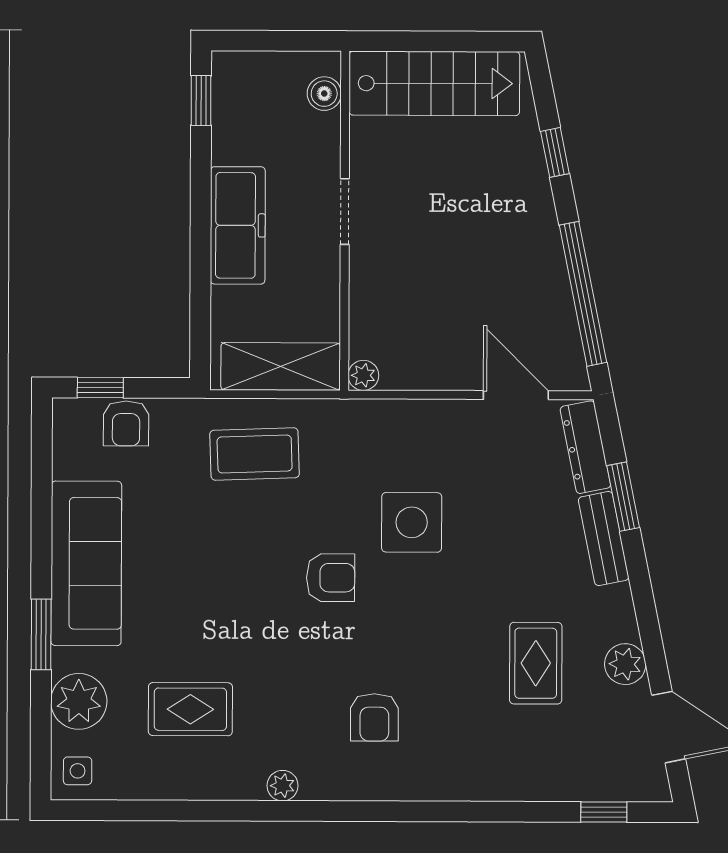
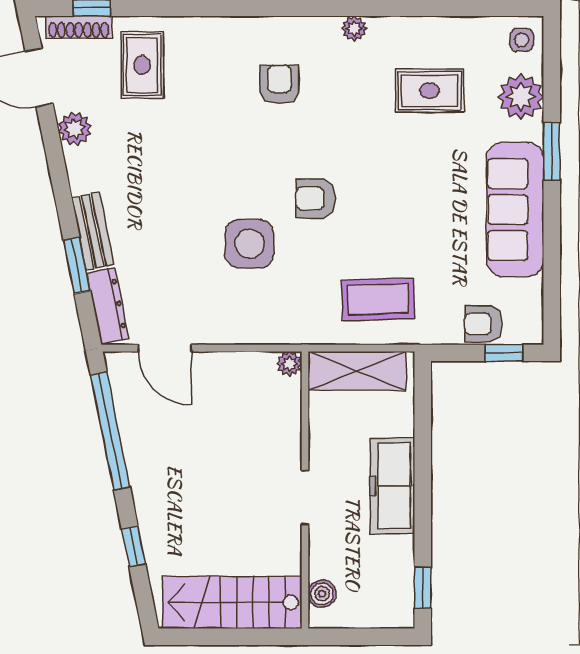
armchair: (126, 423) -> (483, 324), turned -90
rug: (536, 663) -> (142, 65), moved
shoe rack: (620, 788) -> (79, 27), added

